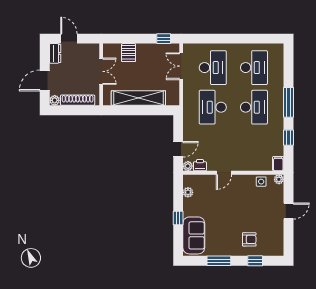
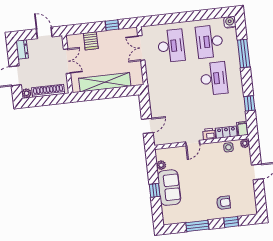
door: (69, 39) -> (44, 33), moved
window: (164, 39) -> (112, 25), moved
water cooler: (278, 50) -> (230, 22), added
desk: (254, 68) -> (210, 41), turned 180
window: (289, 102) -> (244, 53), moved
desk: (213, 107) -> (175, 83), removed
printer: (200, 165) -> (209, 134), moved
locker: (261, 165) -> (226, 132), added
plant: (188, 166) -> (158, 141), removed
sofa: (194, 235) -> (169, 188), moved

